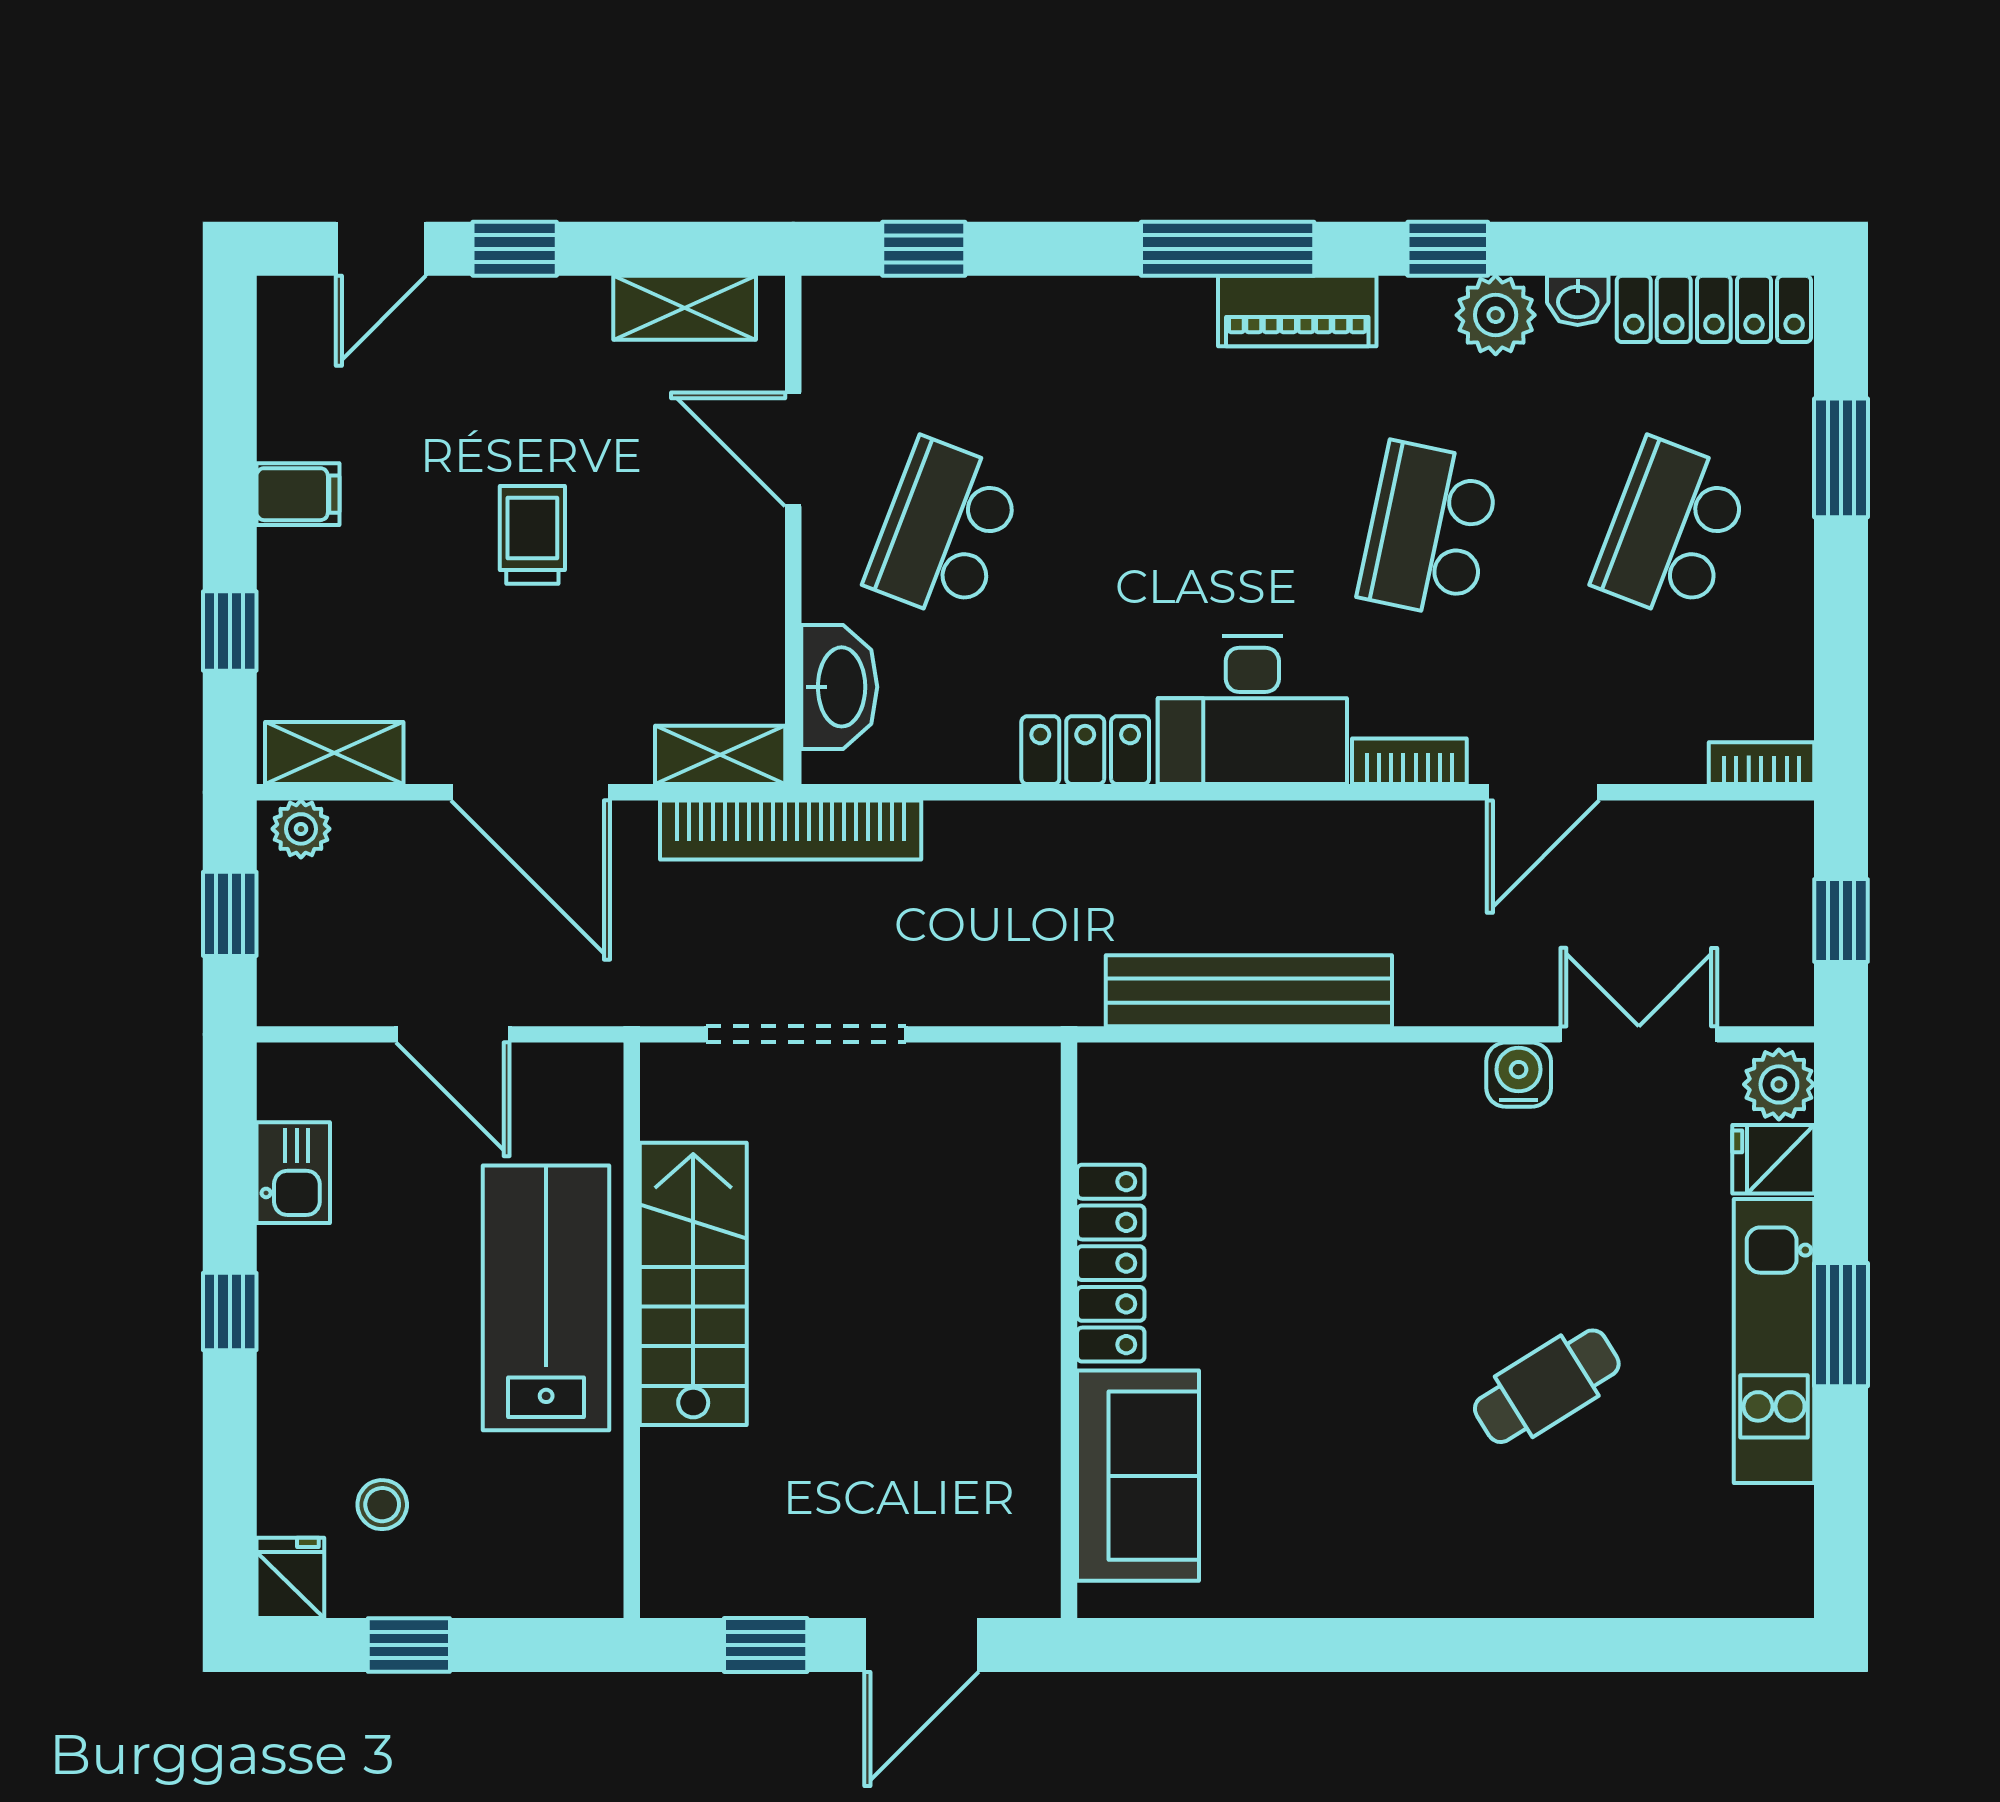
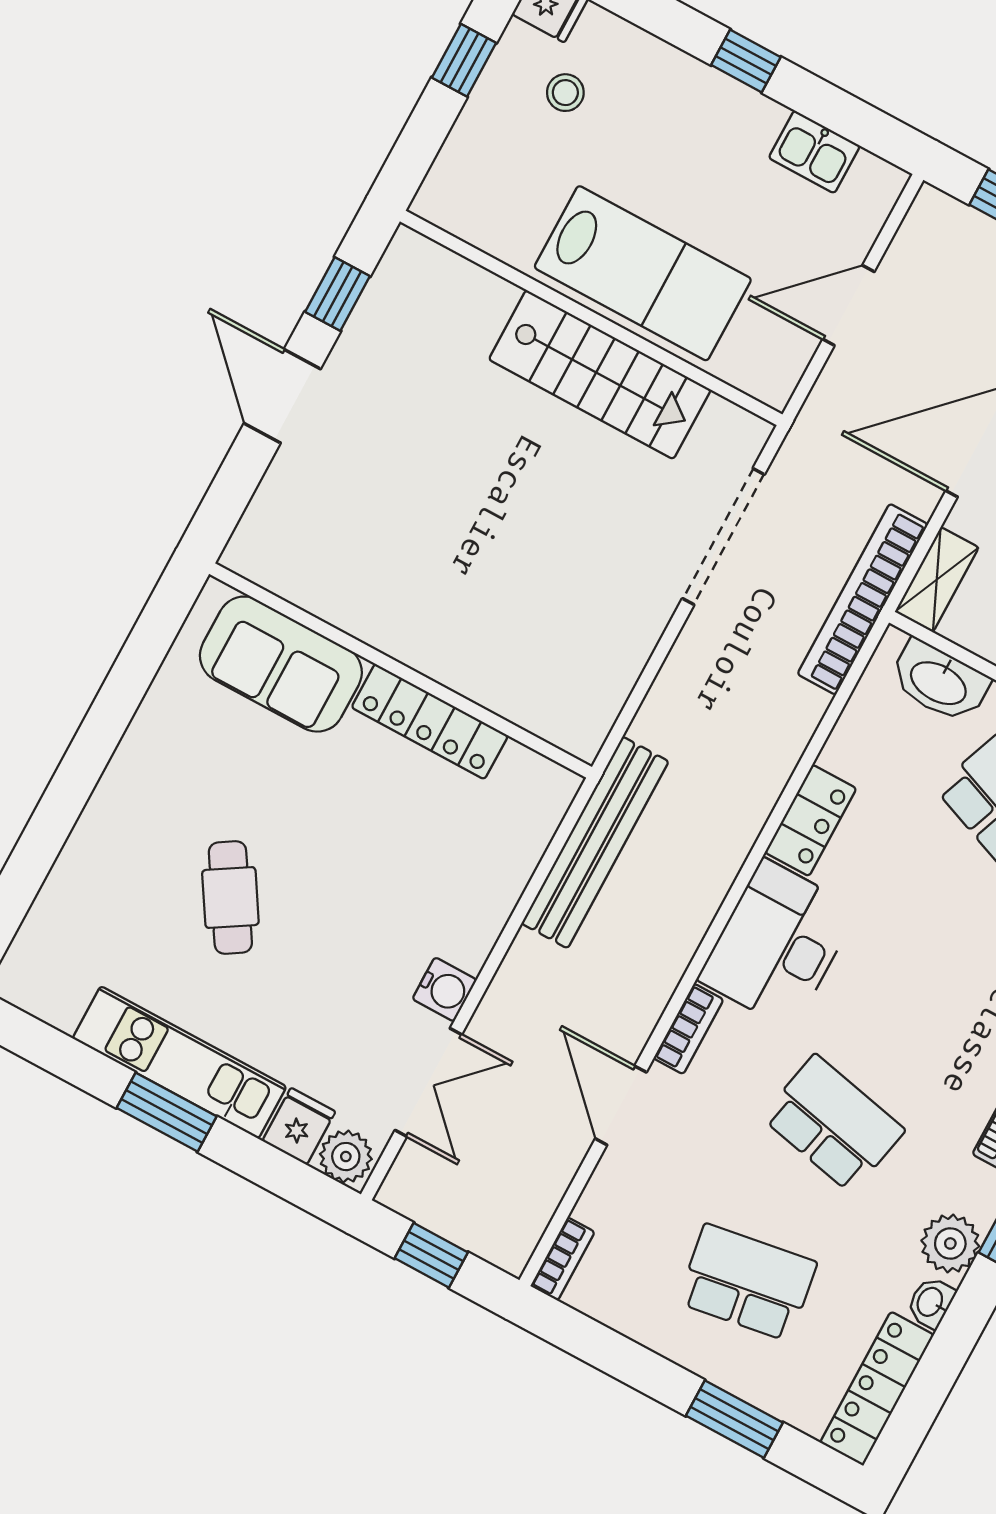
school desk: (1671, 530) -> (747, 1282), turned -30
locker: (1111, 1263) -> (430, 722), moved
wall: (1069, 1330) -> (401, 670), moved
sofa: (1138, 1476) -> (281, 664), moved

